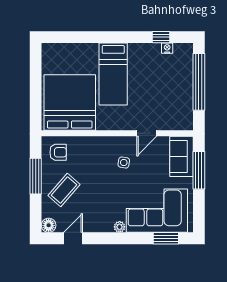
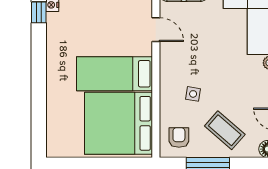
bed: (113, 74) -> (114, 74), moved, turned 180
side table: (124, 163) -> (193, 94), moved

